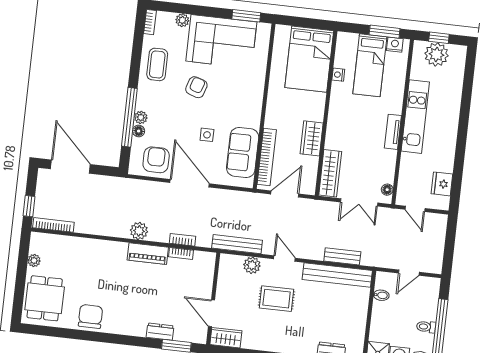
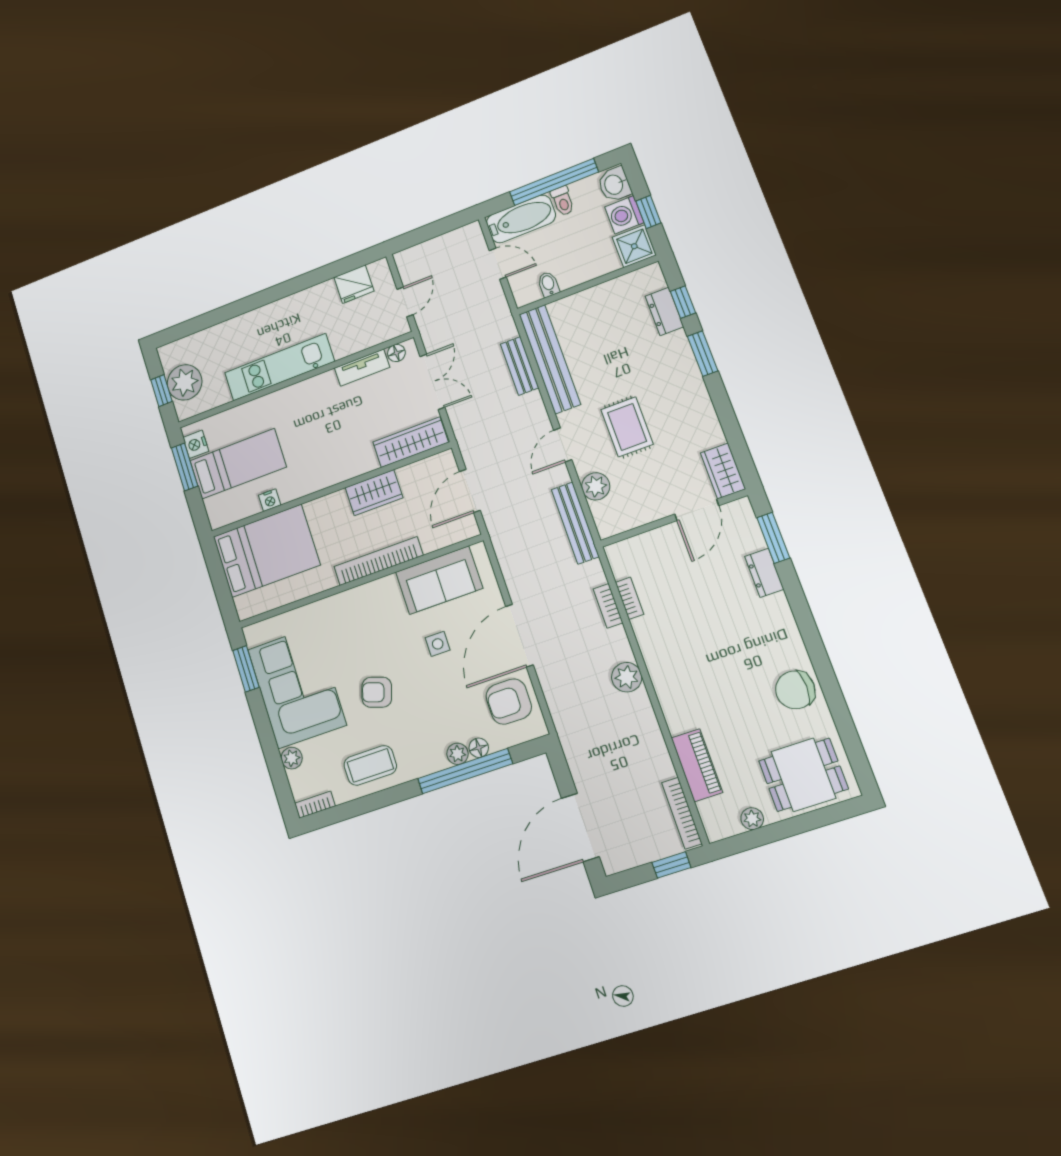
tv unit: (393, 132) -> (362, 368), moved
bookcase: (267, 157) -> (378, 561), moved
door: (285, 194) -> (470, 491), hinge flipped
piano: (148, 254) -> (697, 765), moved
bathtub: (428, 298) -> (521, 219), added

